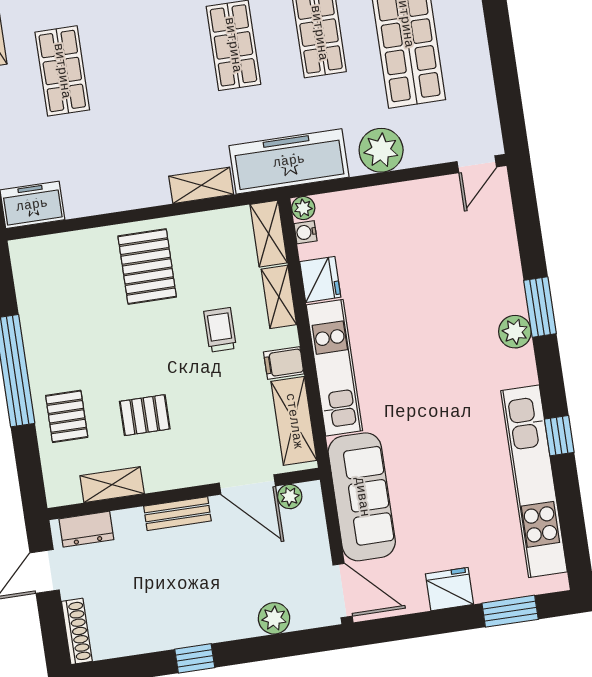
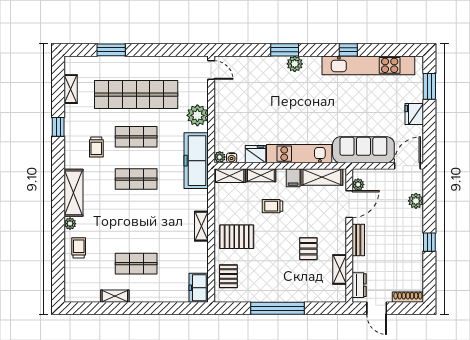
shelving: (201, 185) -> (201, 226), moved
pallet: (67, 416) -> (228, 276), moved, turned 90

